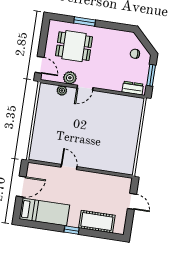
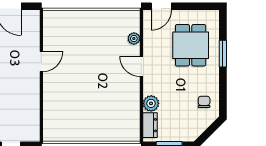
chair: (135, 54) -> (204, 102), moved
plant: (70, 78) -> (151, 103), moved

